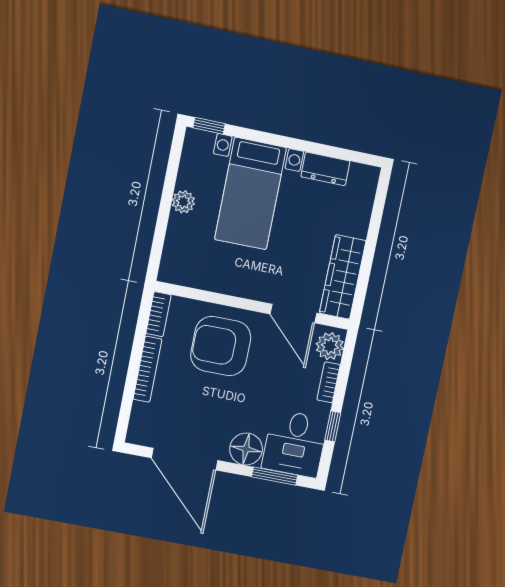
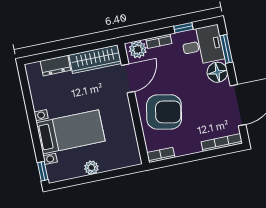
dresser: (325, 169) -> (55, 66), moved, turned 90
armchair: (221, 346) -> (164, 112), turned -79
bookcase: (147, 369) -> (222, 143), moved

